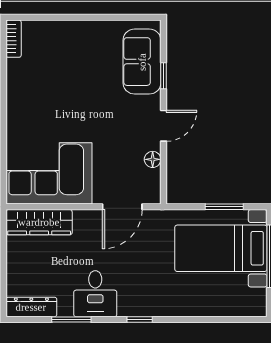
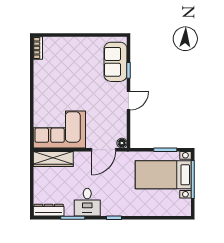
floor lamp: (153, 159) -> (122, 143), moved

